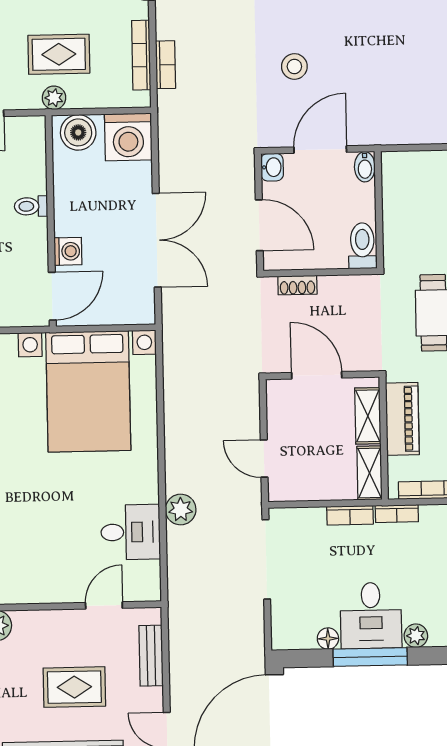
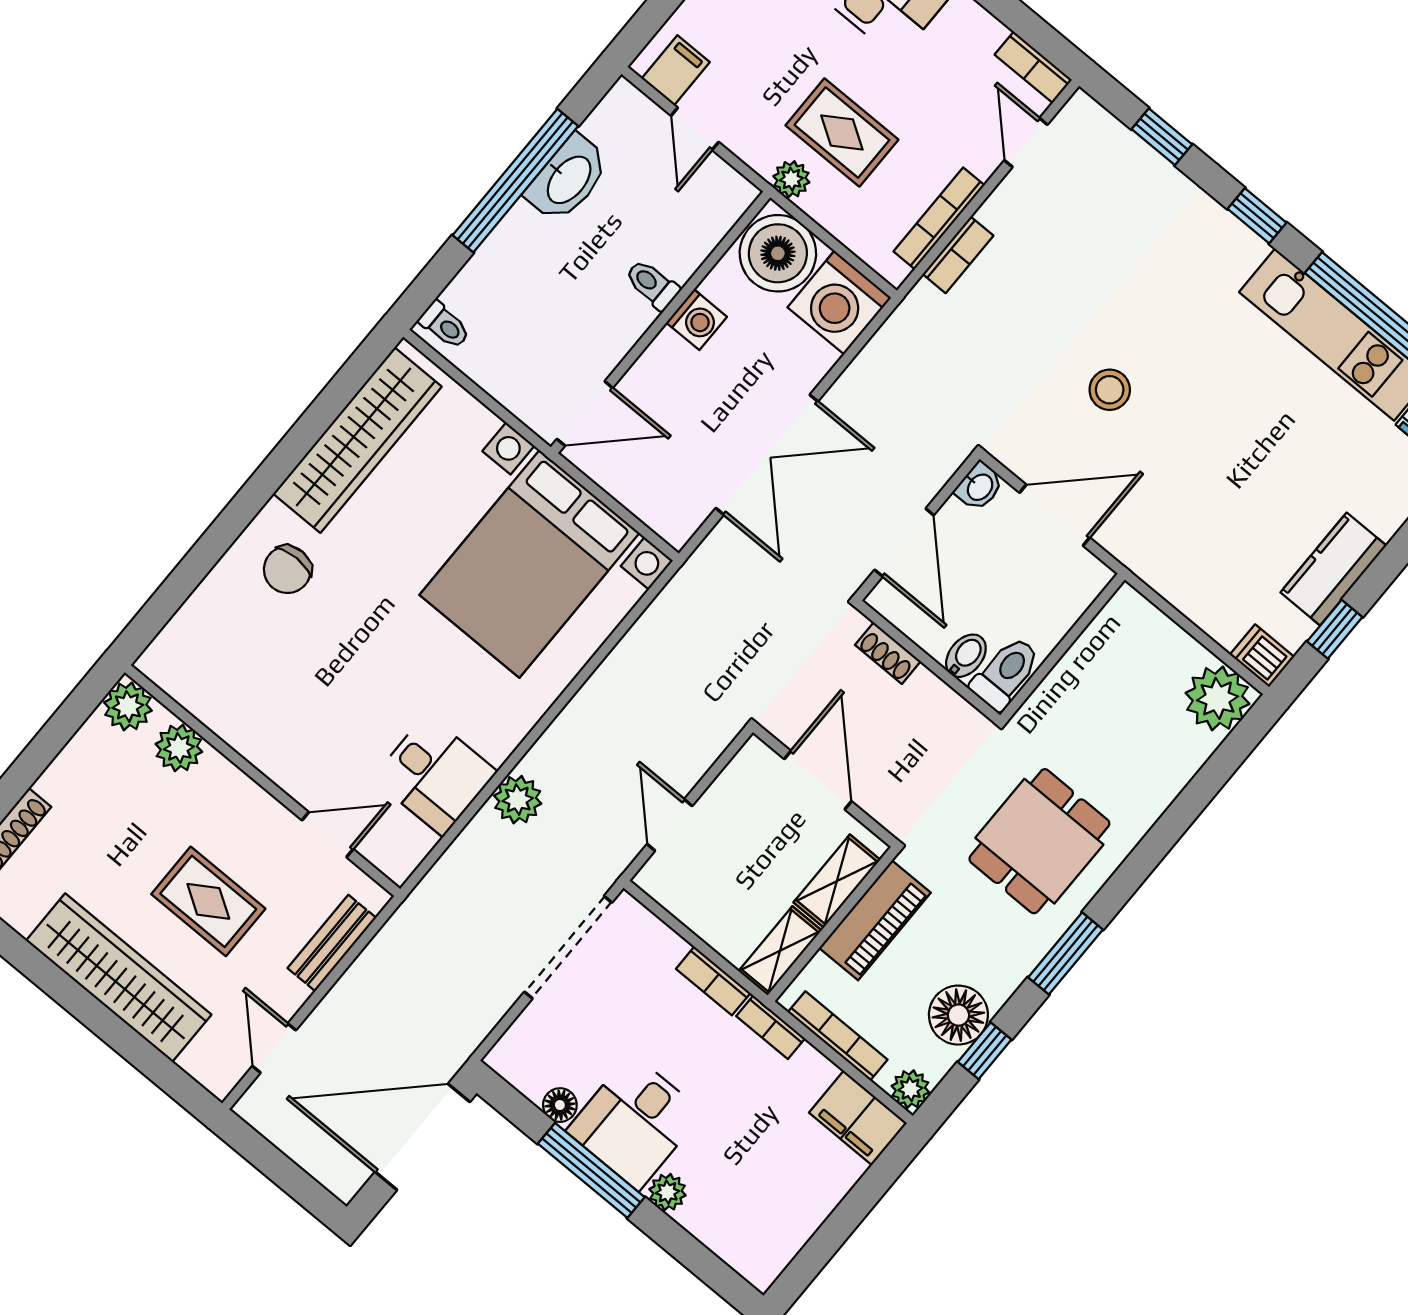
boiler: (78, 132) -> (778, 253), width x1.37, depth x1.37
bidet: (365, 167) -> (966, 656), moved, turned 180
washing machine: (68, 251) -> (697, 320), moved

